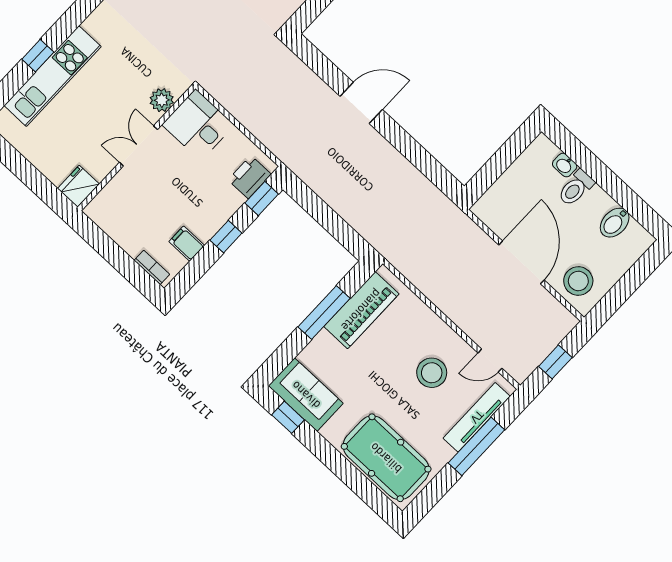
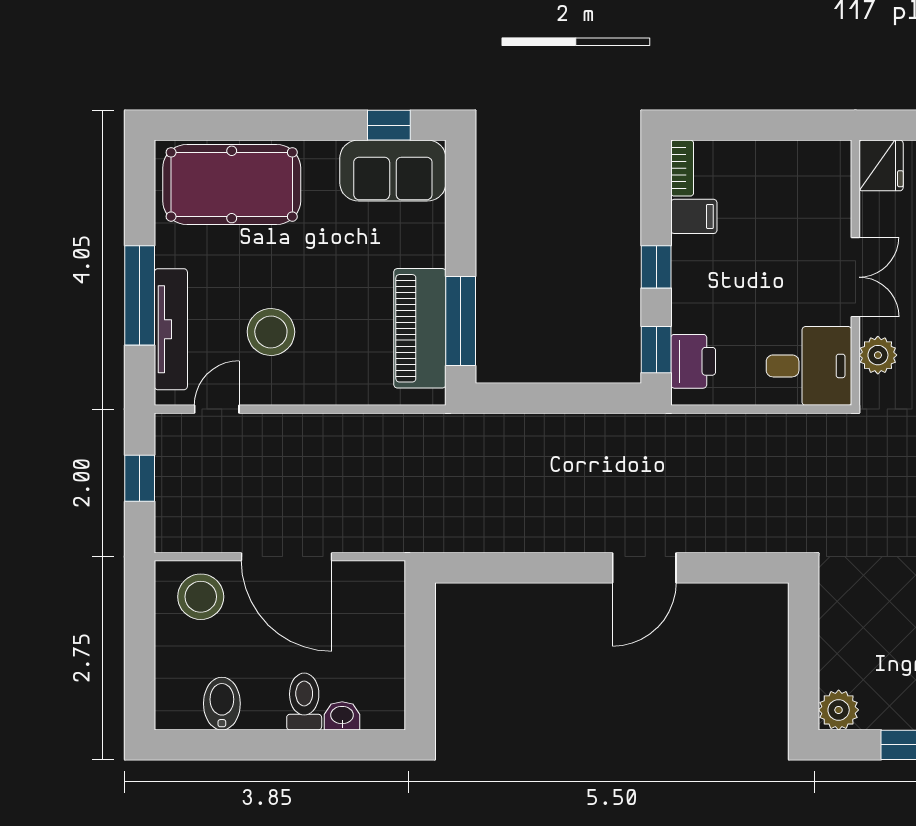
bookcase: (152, 267) -> (682, 168), moved, turned -90
window: (324, 313) -> (461, 321), moved

